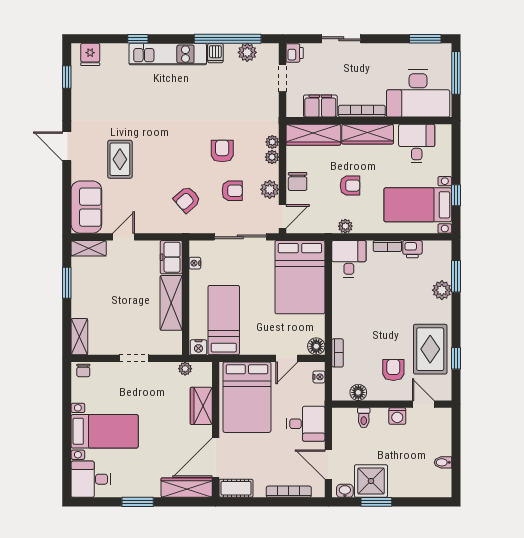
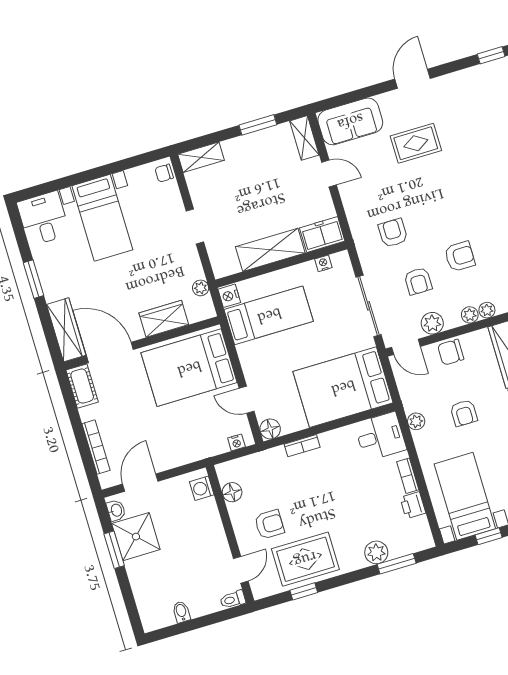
armchair: (187, 199) -> (393, 233), turned 41
bookcase: (337, 353) -> (302, 446), moved
washing machine: (397, 416) -> (202, 488), moved
toilet: (364, 418) -> (233, 599), moved
desk: (306, 424) -> (179, 443), removed

